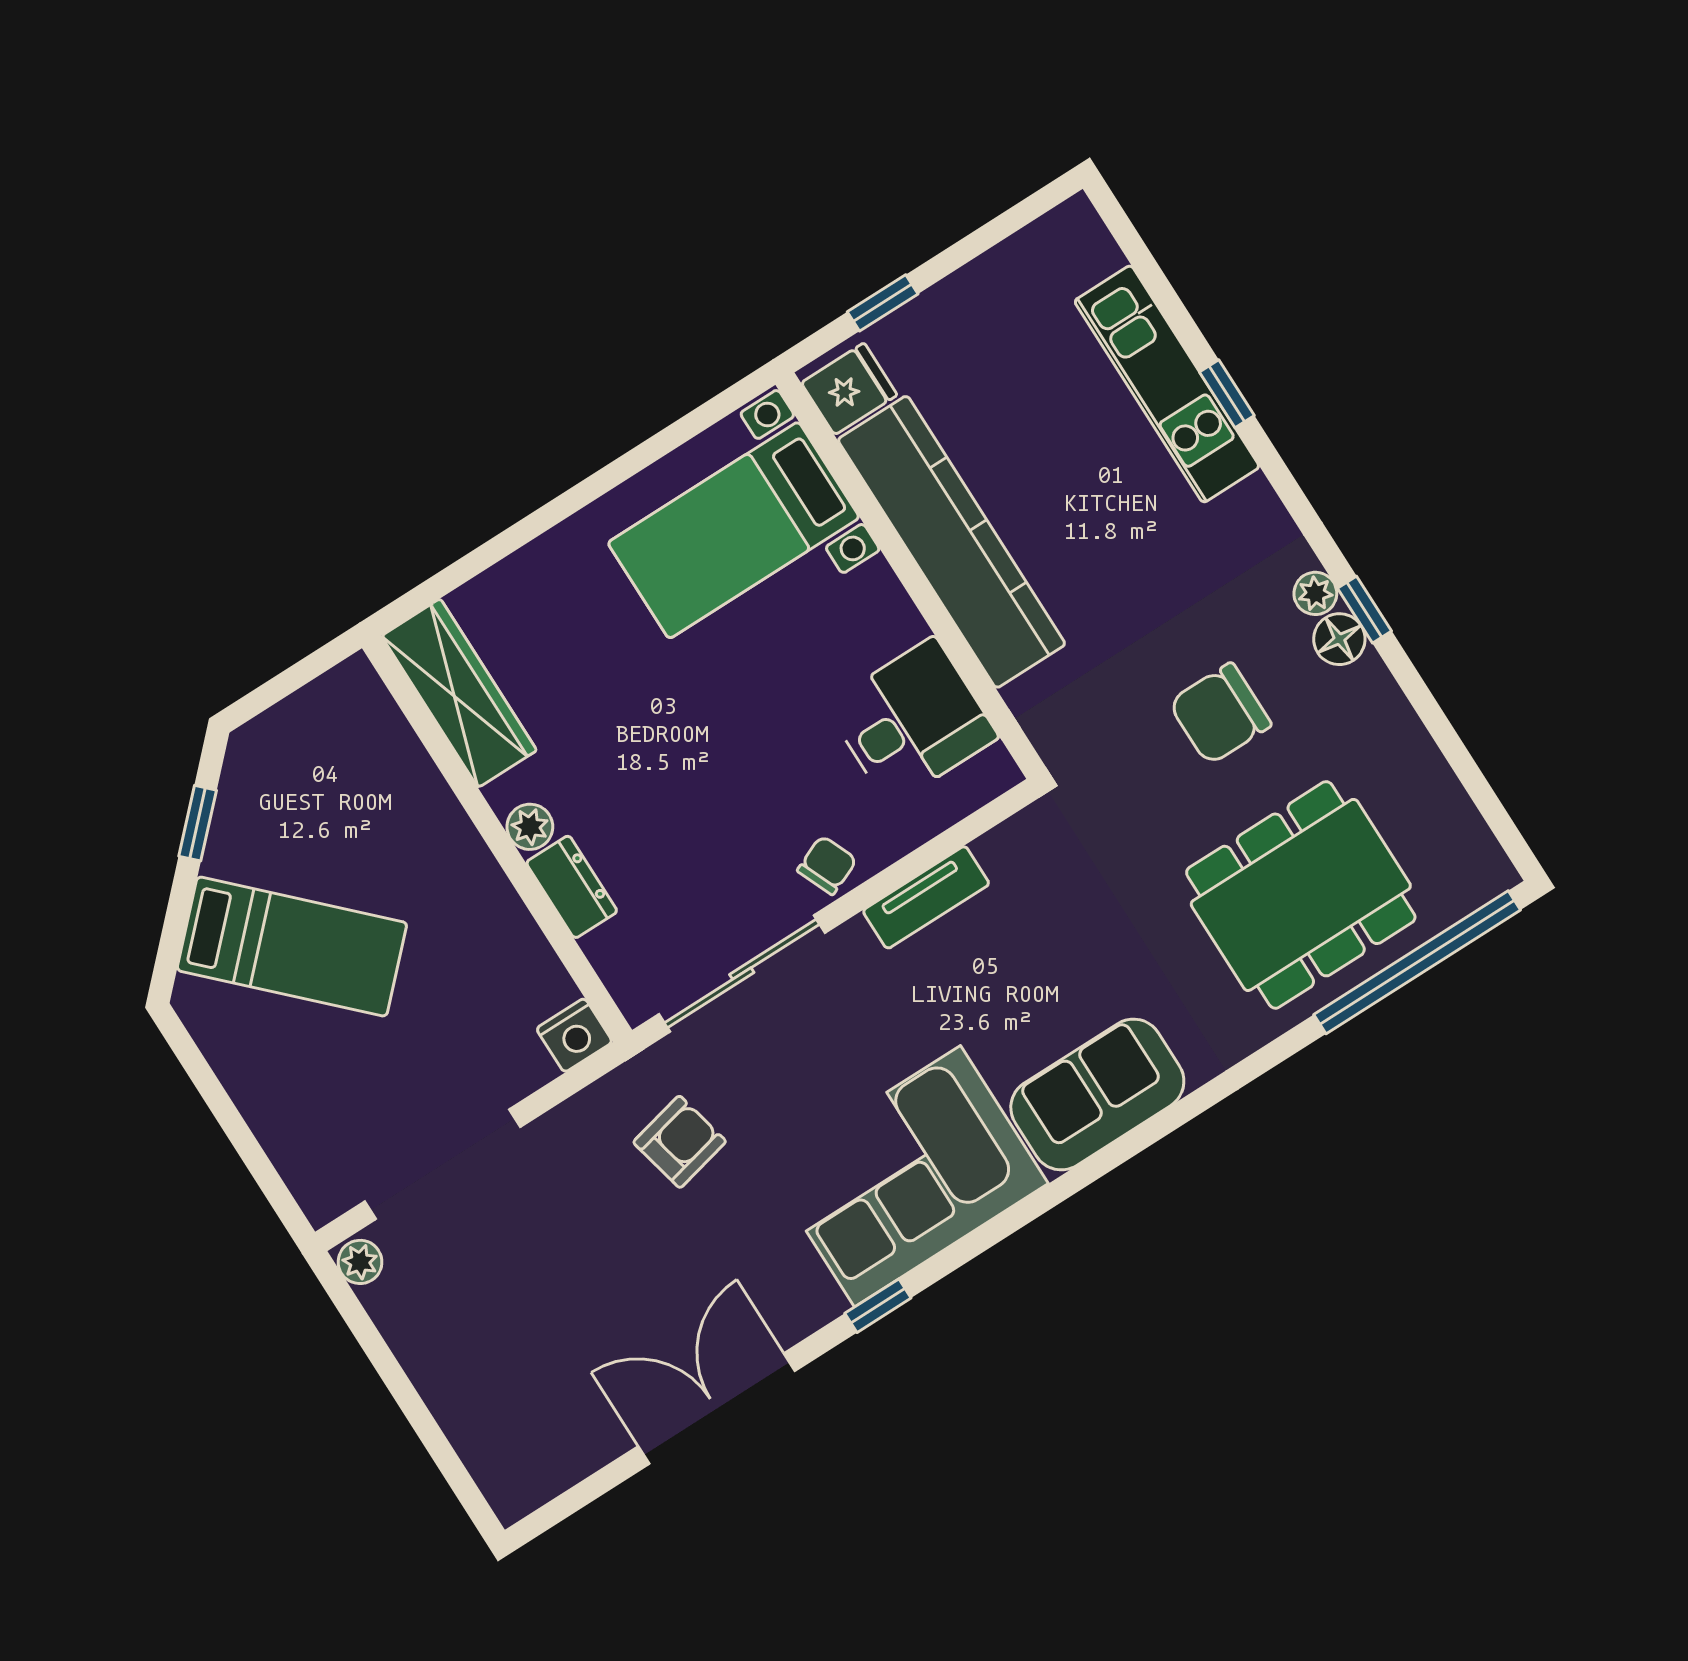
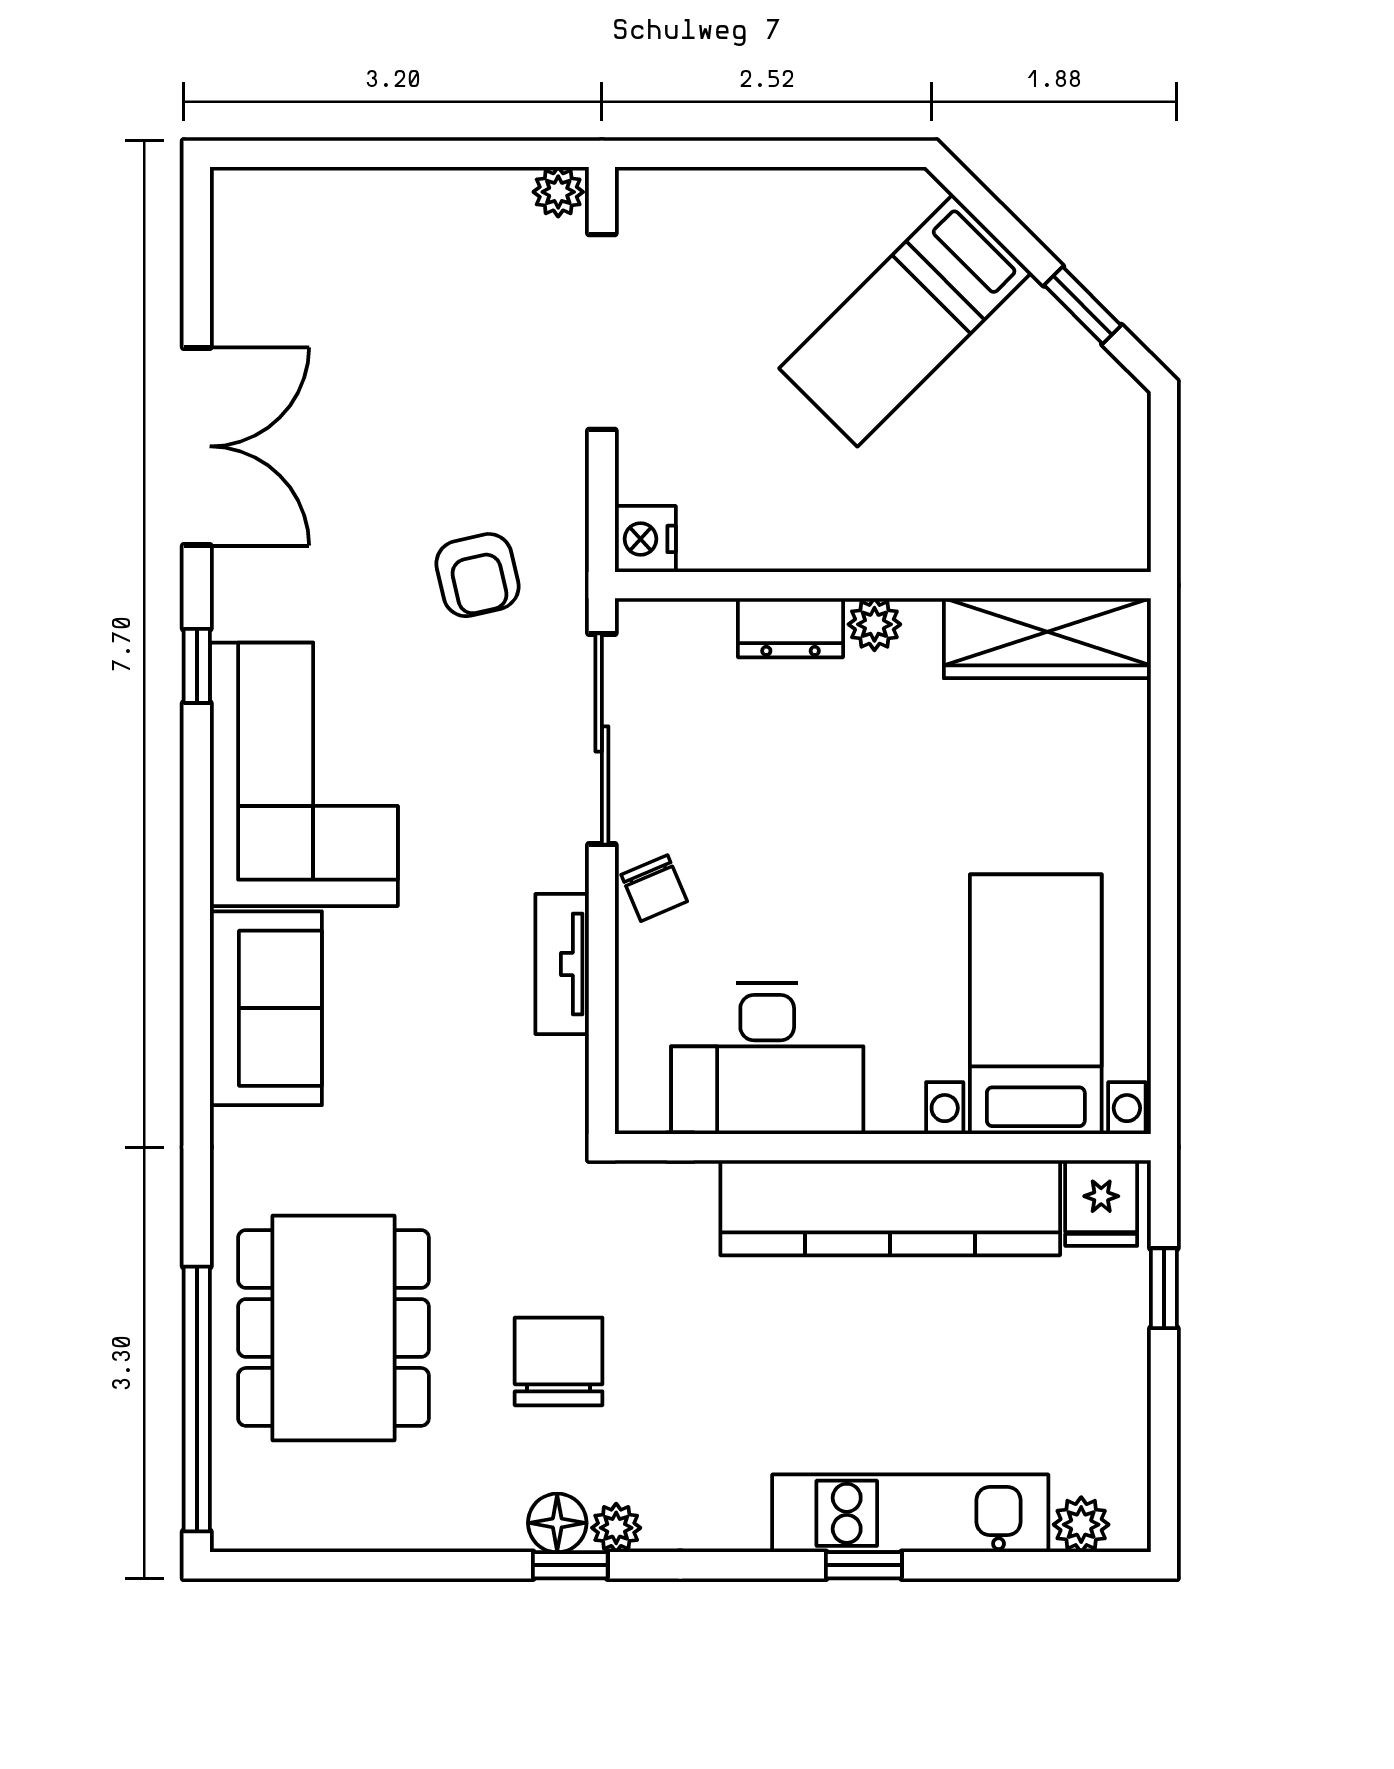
plant: (1095, 253) -> (1081, 1525), added
desk: (912, 721) -> (767, 1058), width x1.37

